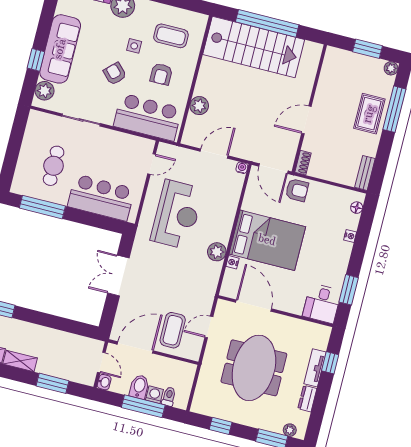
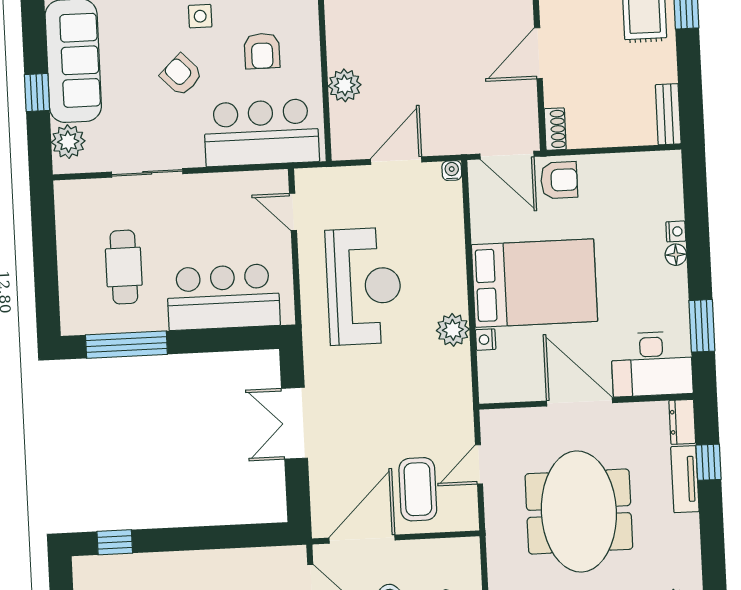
door: (152, 164) -> (293, 212), swing flipped
floor lamp: (357, 208) -> (676, 255), moved
desk: (322, 303) -> (652, 364), width x1.37
door: (254, 306) -> (580, 402), moved
dresser: (307, 399) -> (682, 422), moved

